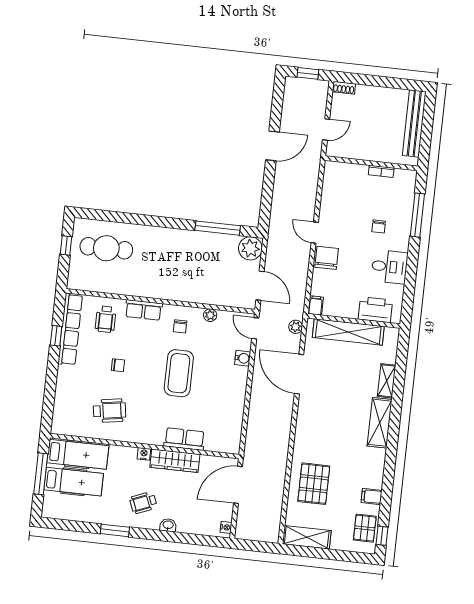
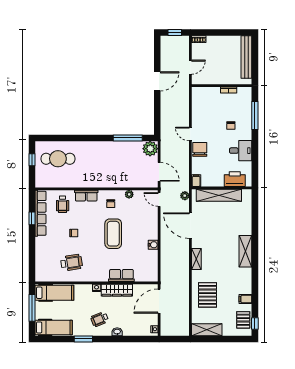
water cooler: (243, 358) -> (153, 245), moved
shelving: (387, 381) -> (196, 259), moved
hospital bed: (74, 482) -> (54, 327), moved

